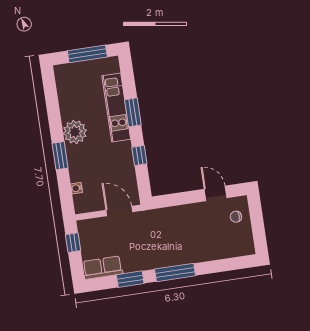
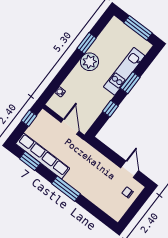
window: (60, 156) -> (87, 43), moved
row of seats: (103, 268) -> (43, 156), width x2.02
window: (130, 279) -> (30, 161), moved

